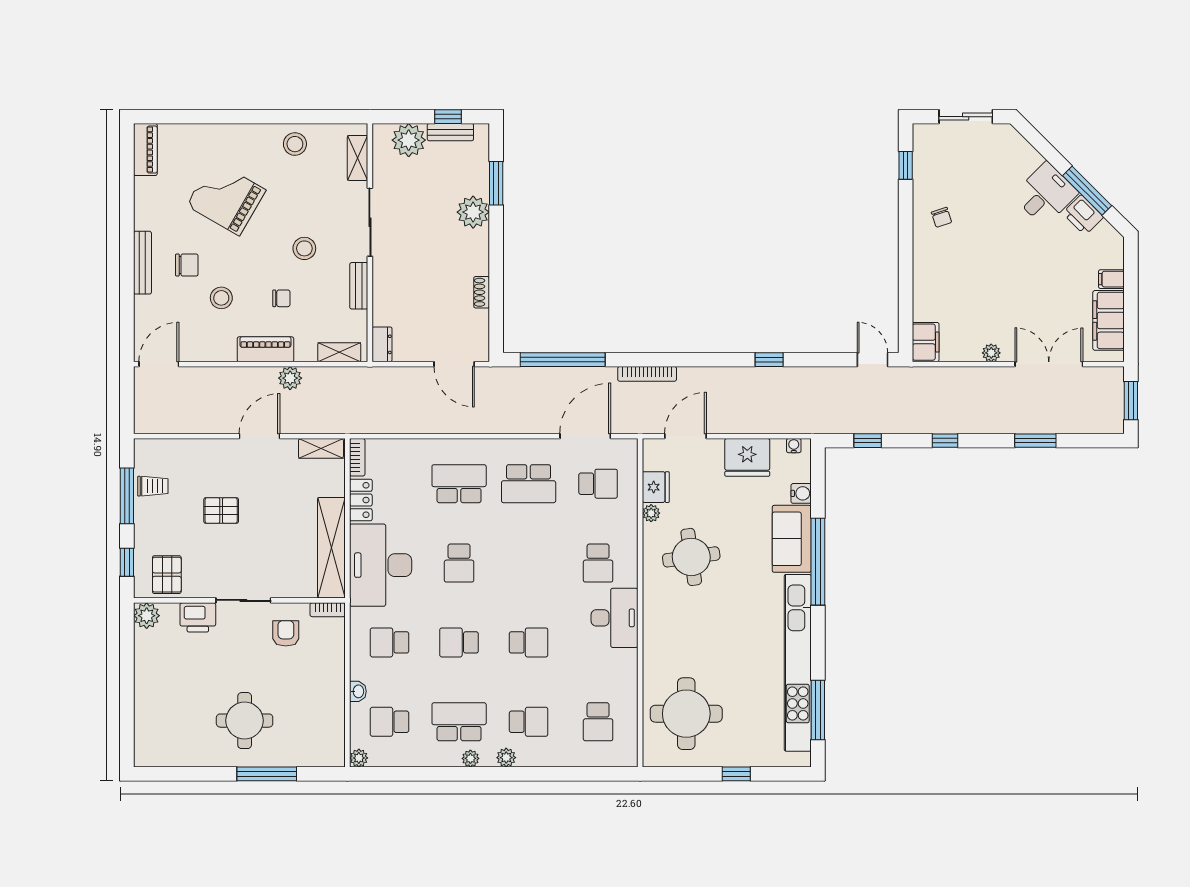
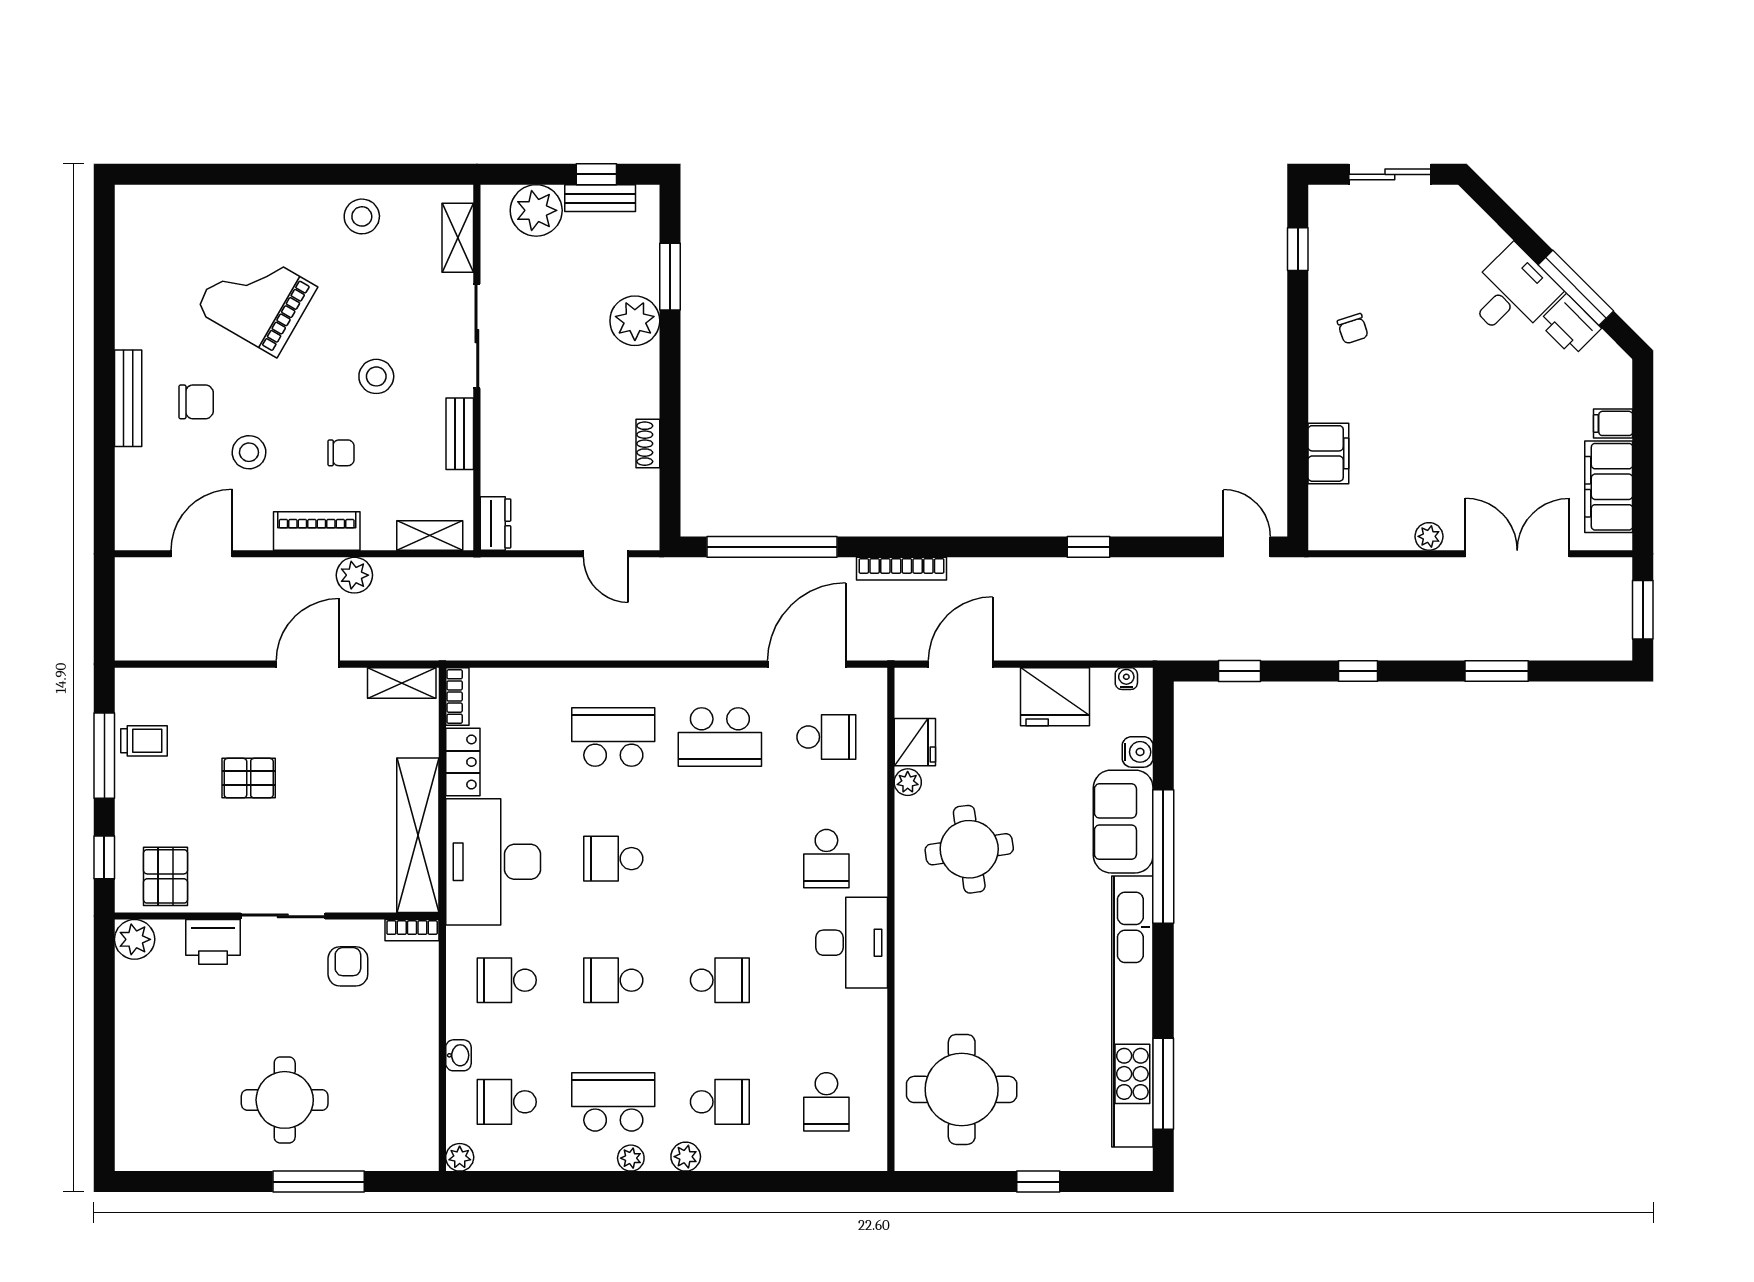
piano: (145, 150) -> (133, 225), removed
filing cabinet: (926, 342) -> (1328, 453), moved
door: (159, 364) -> (202, 554), moved
door: (454, 364) -> (606, 554), width x0.73
school desk: (459, 563) -> (613, 859), turned 90

